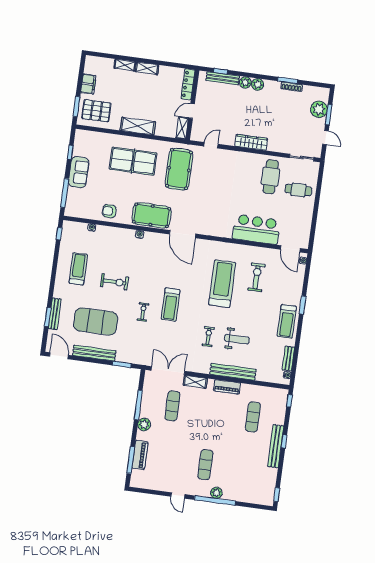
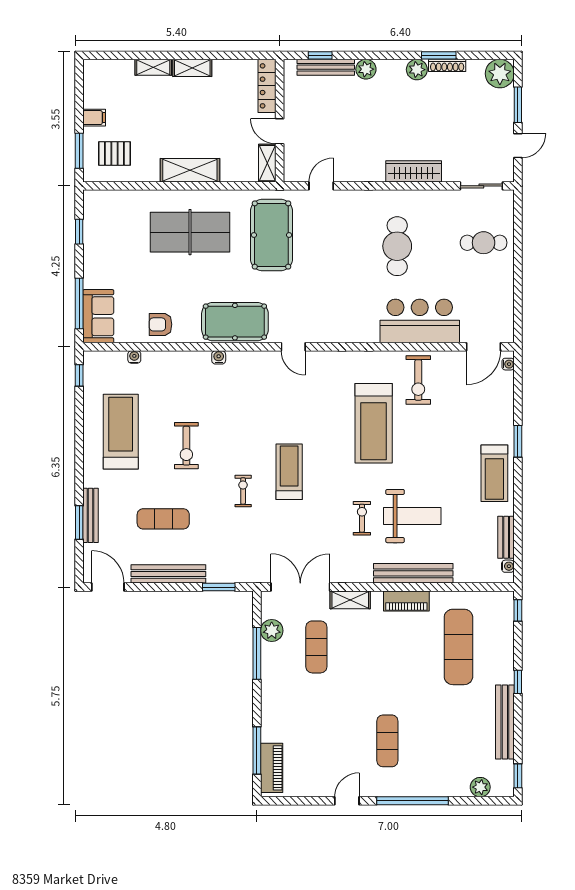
filing cabinet: (88, 84) -> (94, 118), width x0.50
plant: (258, 84) -> (417, 70), moved
plant: (319, 109) -> (500, 74), moved
pallet: (96, 111) -> (114, 153), width x0.67, depth x0.71
door: (192, 111) -> (280, 131), hinge flipped
door: (326, 138) -> (518, 146), hinge flipped
wardrobe: (251, 142) -> (414, 171), moved
sofa: (79, 172) -> (98, 316), moved
cafe table: (271, 177) -> (397, 246), moved
door: (183, 234) -> (293, 347), width x0.53
door: (290, 249) -> (483, 347), hinge flipped
treadmill: (78, 269) -> (121, 432), width x1.37, depth x1.38
exercise bike: (257, 277) -> (418, 380), moved, turned 180
exercise bike: (114, 282) -> (186, 446), turned 90
treadmill: (222, 284) -> (374, 423), turned 180
treadmill: (171, 305) -> (289, 472), turned 180
exercise mat: (96, 321) -> (163, 519), width x0.50, depth x0.69
weight bench: (237, 339) -> (412, 516), width x1.36, depth x1.33
exercise mat: (253, 417) -> (458, 647), width x1.36, depth x1.45
plant: (144, 424) -> (272, 631), moved
bench: (276, 446) -> (505, 722), moved
piano: (140, 455) -> (272, 768), moved
plant: (216, 493) -> (480, 787), moved
door: (178, 495) -> (347, 801), swing flipped

